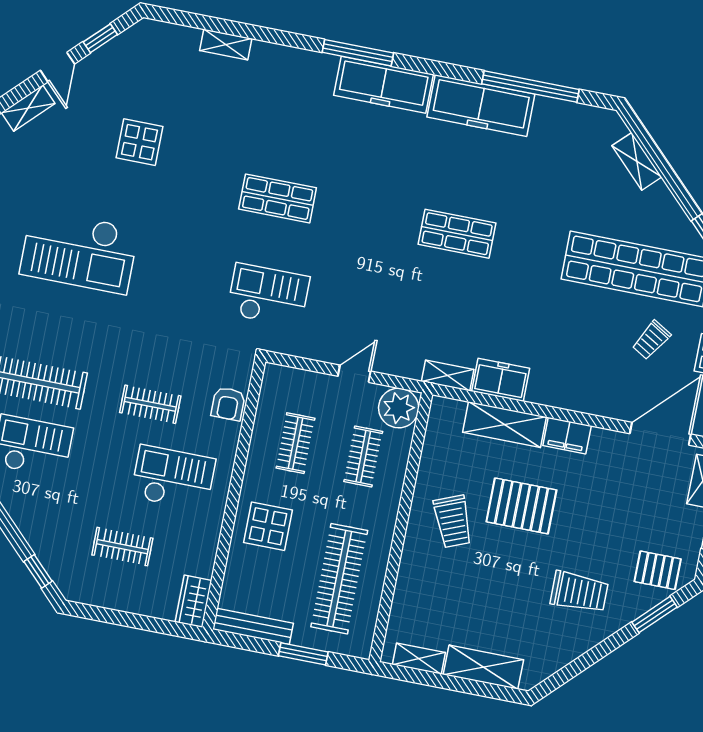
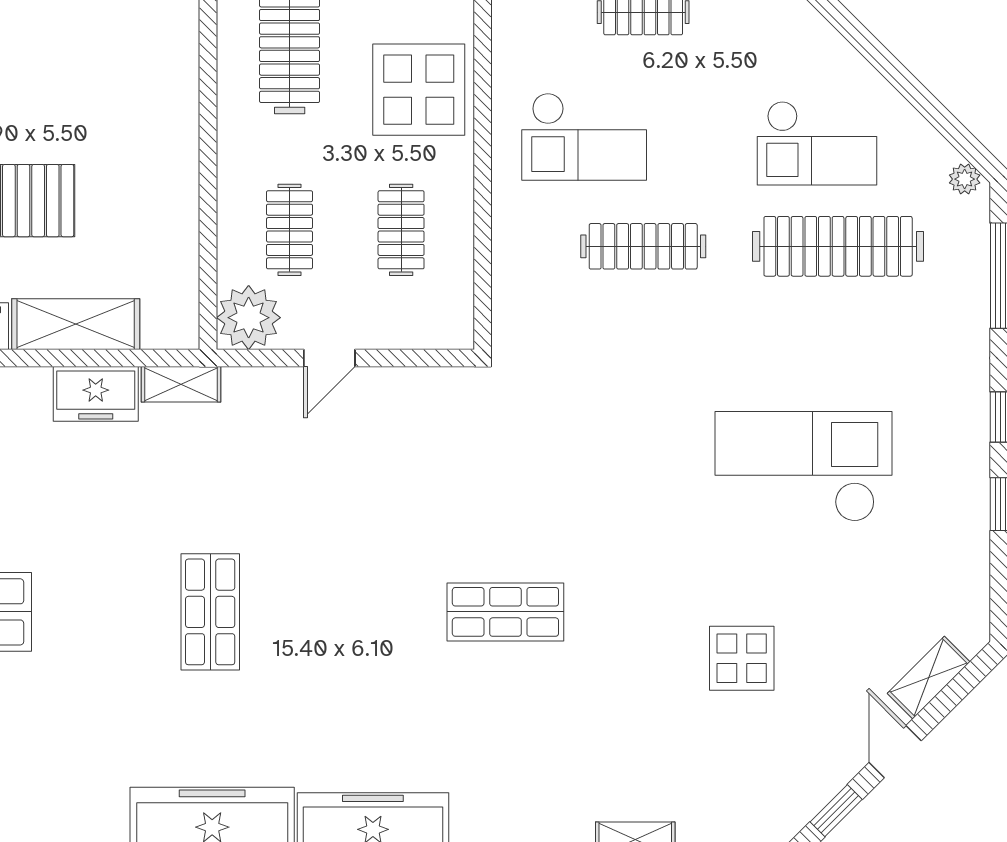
shop shelf: (457, 234) -> (210, 612), turned 90
checkout: (268, 295) -> (490, 455), removed
clothes rail: (150, 404) -> (643, 246), width x1.36
armchair: (228, 404) -> (520, 271), removed
trolley: (453, 521) -> (128, 155), removed
display table: (268, 526) -> (419, 90), width x1.36, depth x1.36

